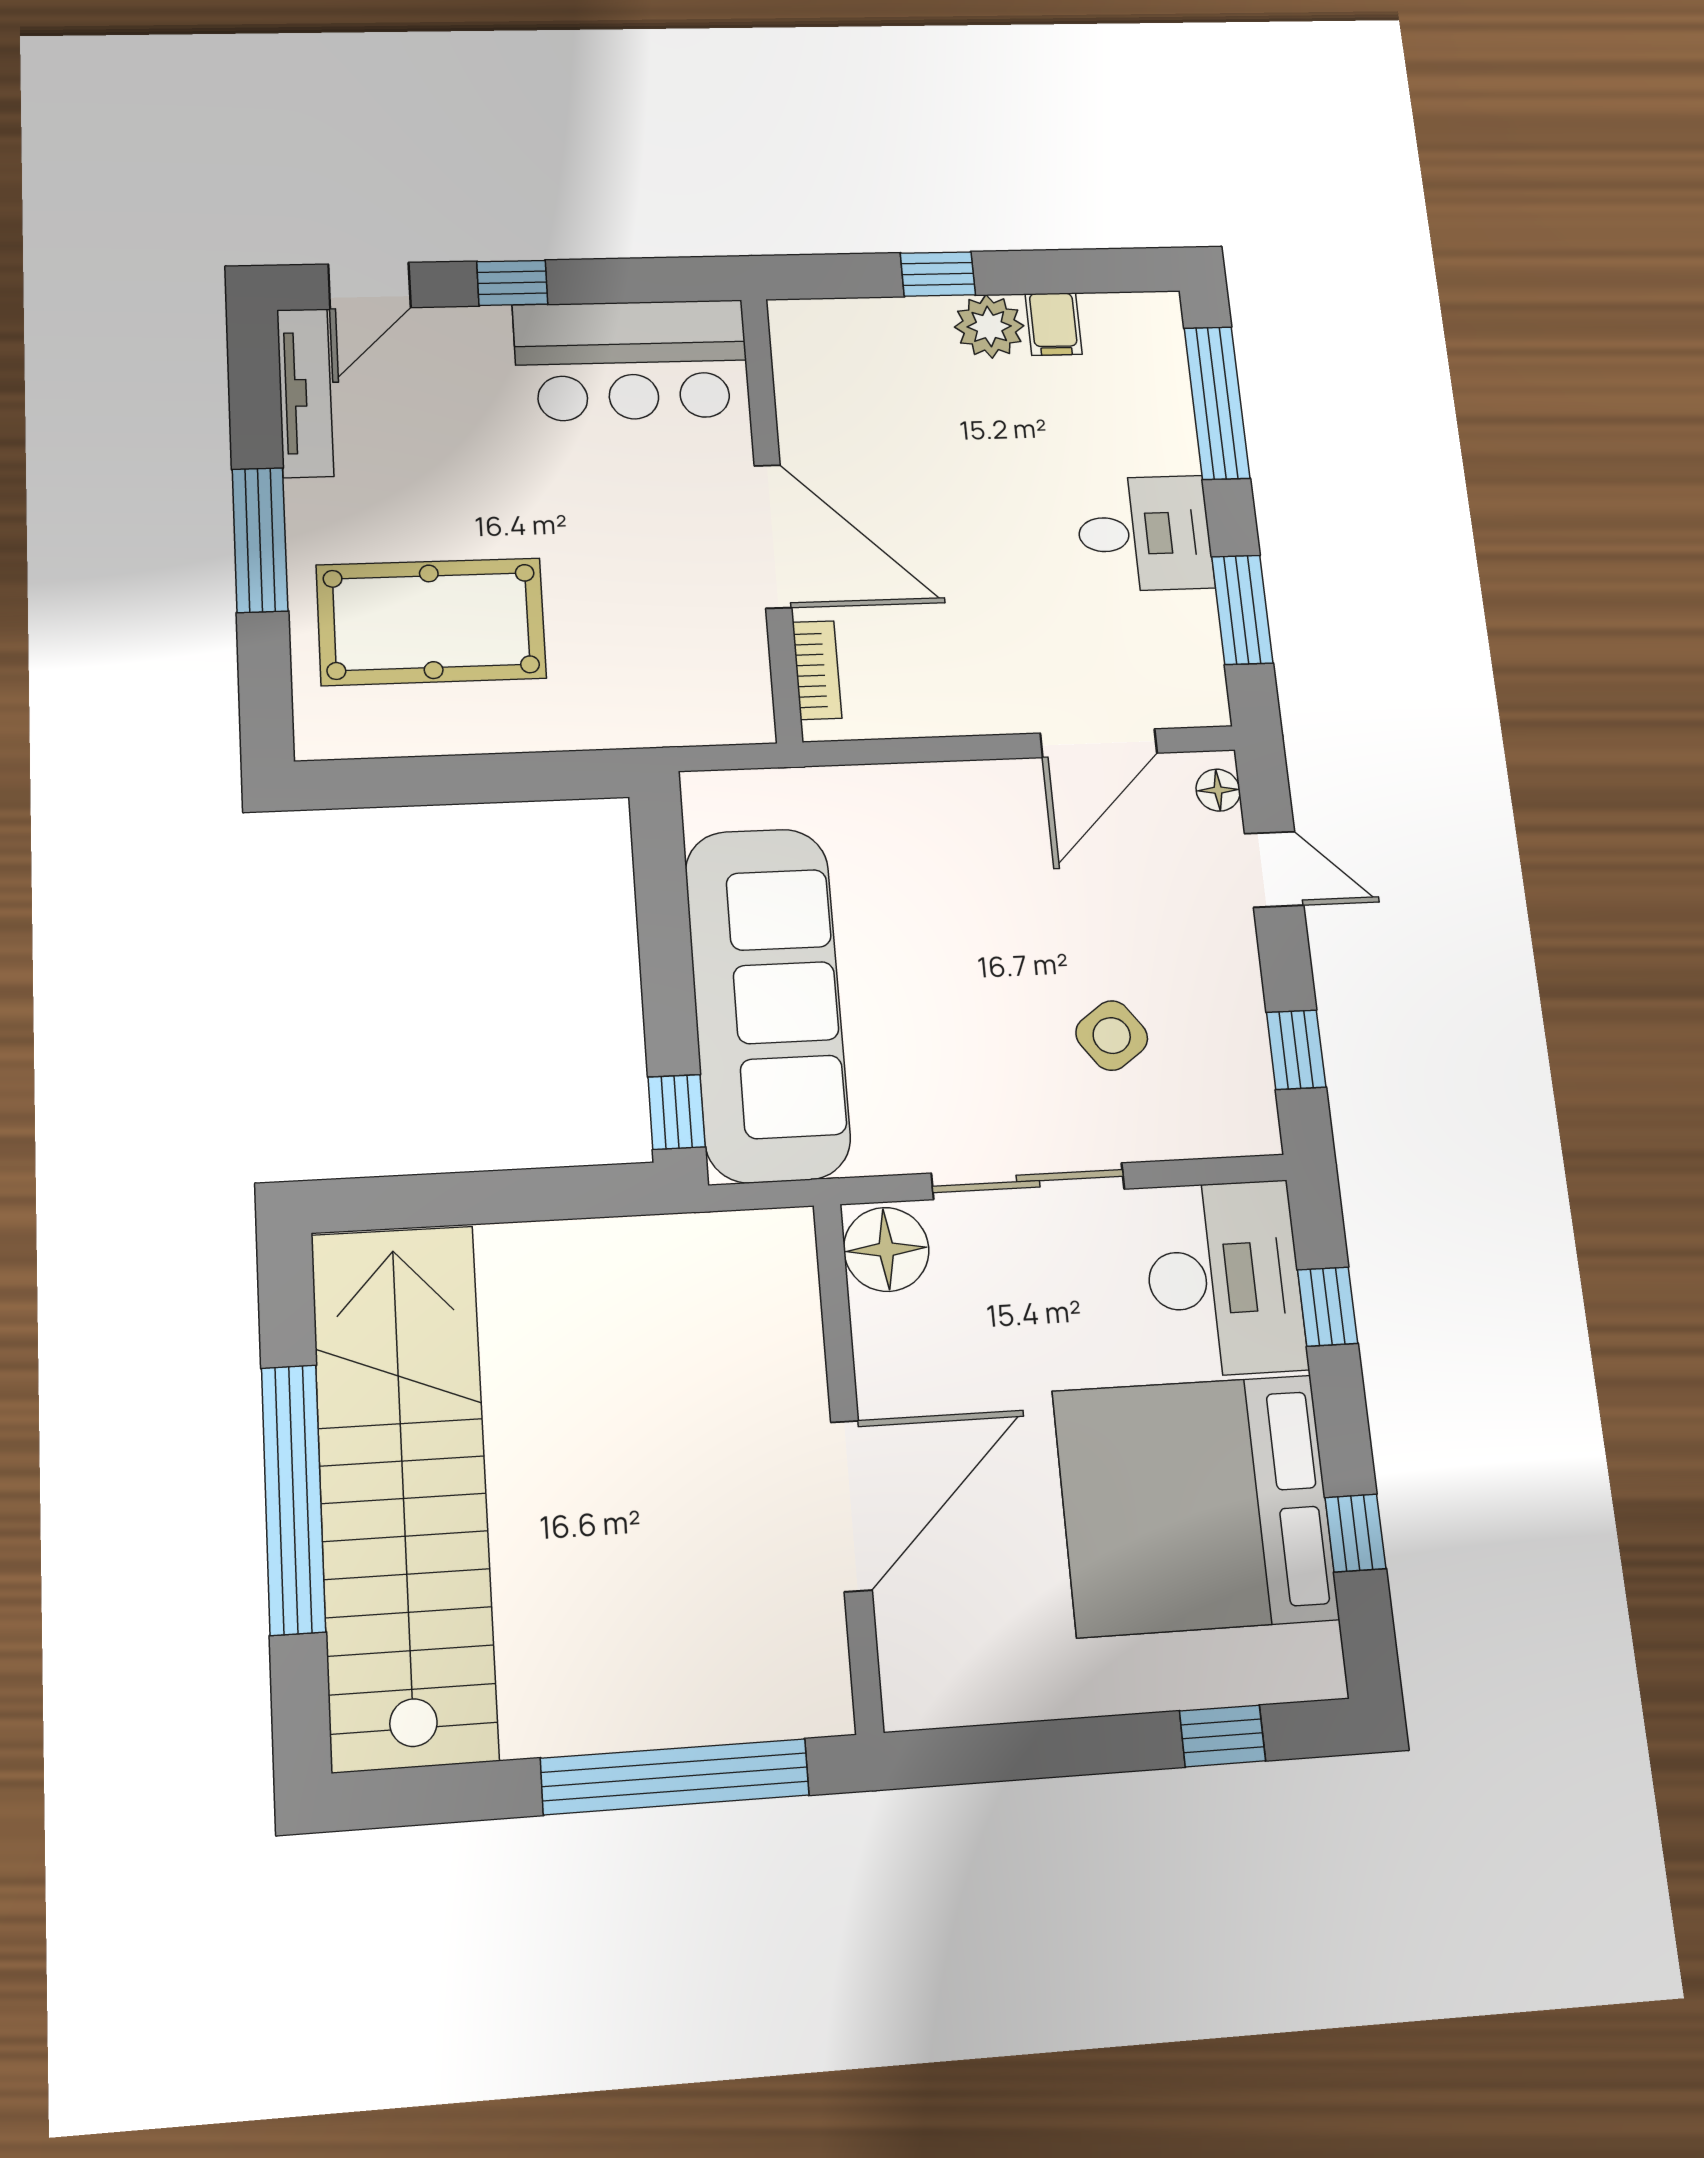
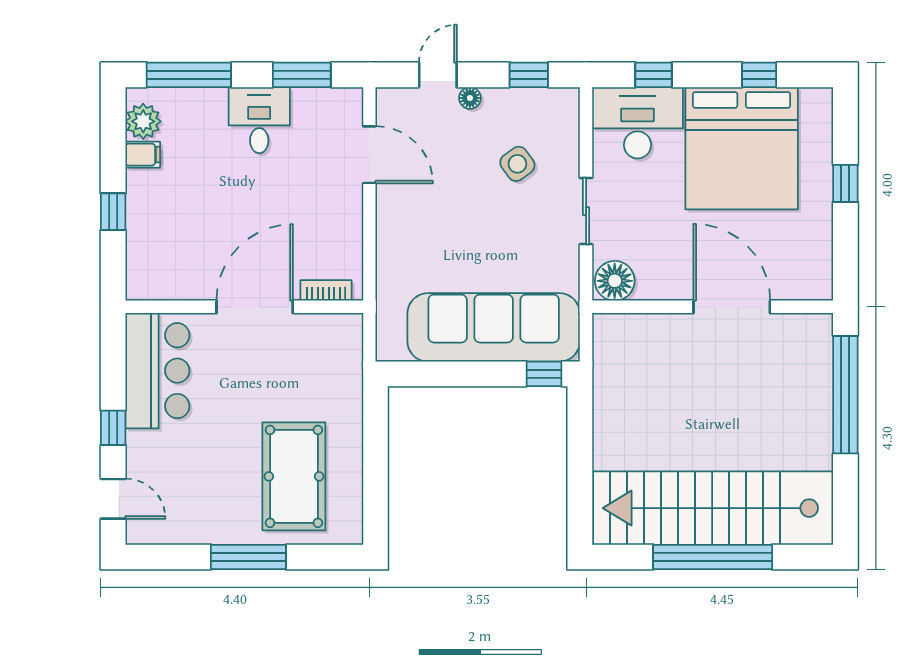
plant: (989, 326) -> (143, 121), moved
tv unit: (305, 393) -> (171, 532), removed
floor lamp: (1218, 790) -> (470, 98), moved
sliding door: (1028, 1181) -> (586, 211), width x0.73
window: (1222, 1736) -> (845, 183), moved

